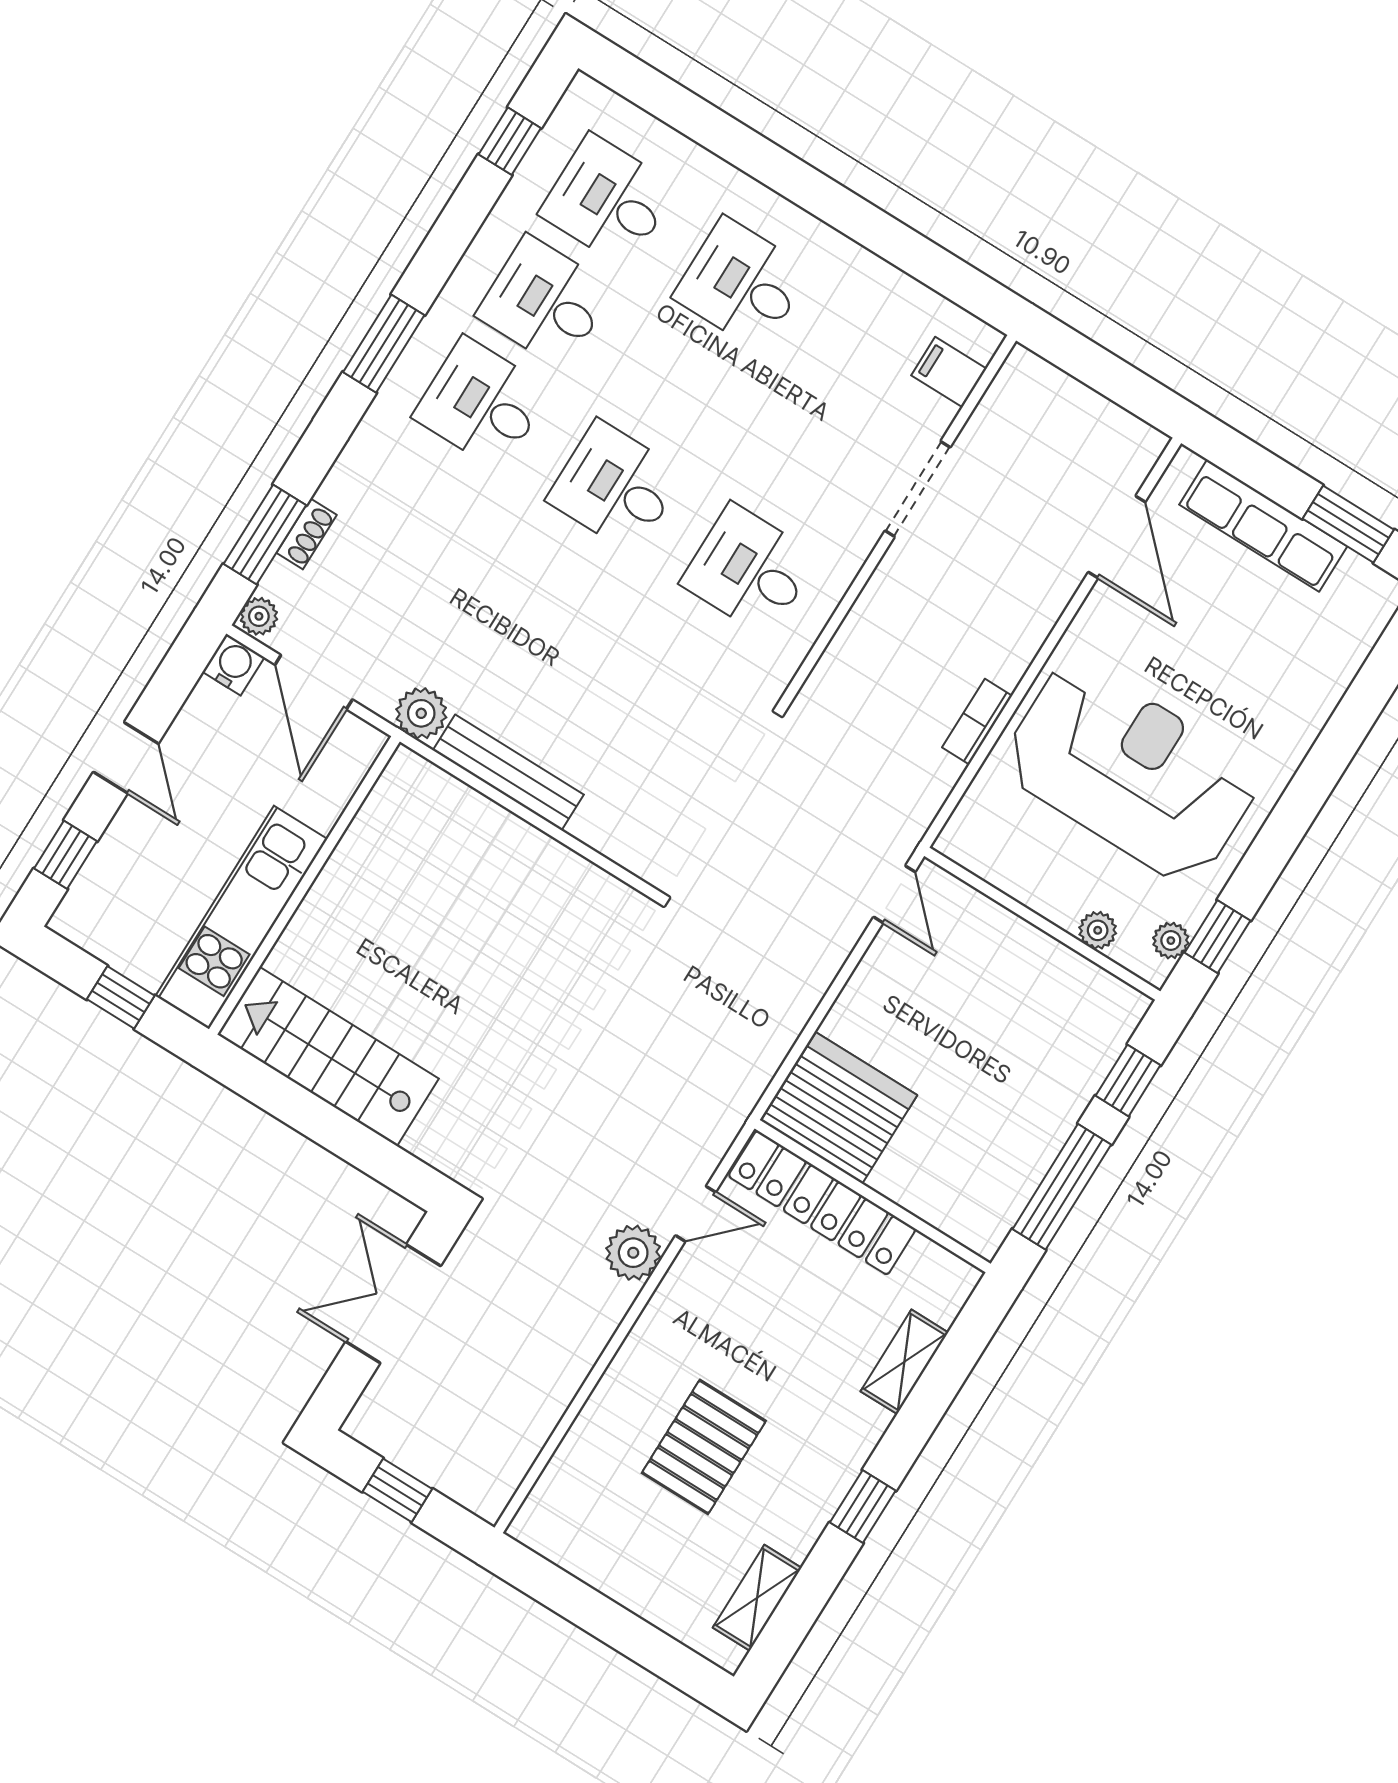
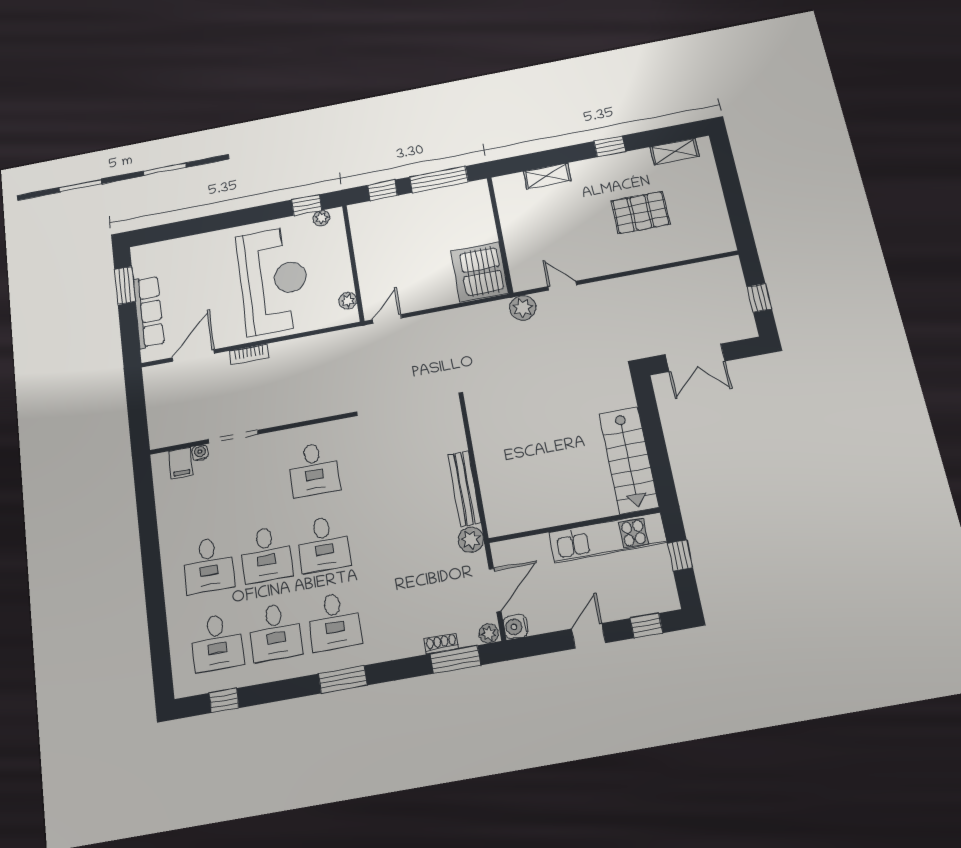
desk: (679, 385) -> (266, 554), added
water cooler: (939, 416) -> (200, 453), added
bookcase: (977, 722) -> (249, 354), moved
reception desk: (1131, 771) -> (274, 280), turned 180
plant: (1098, 930) -> (348, 301), moved
locker: (822, 1203) -> (518, 249), removed
plant: (633, 1253) -> (523, 308), moved

